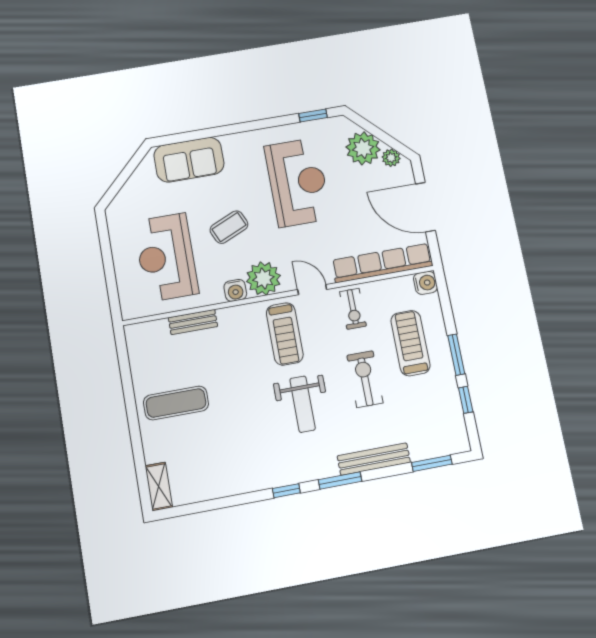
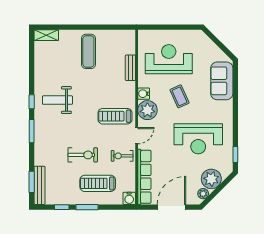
treadmill: (410, 343) -> (98, 183), turned 180
weight bench: (303, 404) -> (57, 100), moved
bench: (374, 459) -> (40, 185), moved

